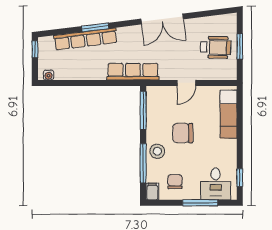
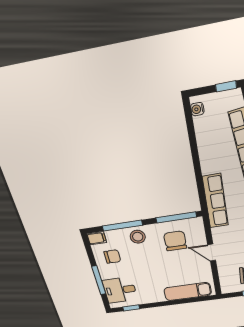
chair: (183, 133) -> (175, 241), moved

